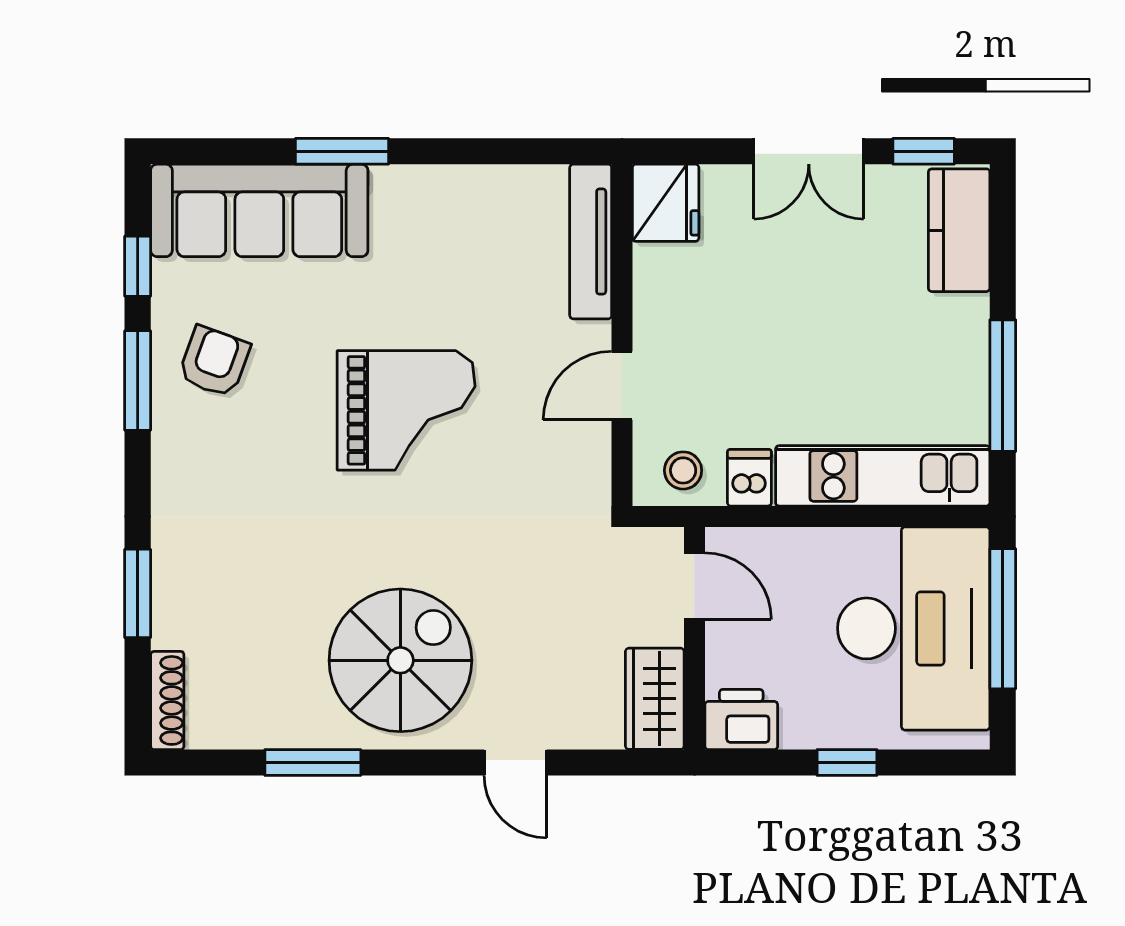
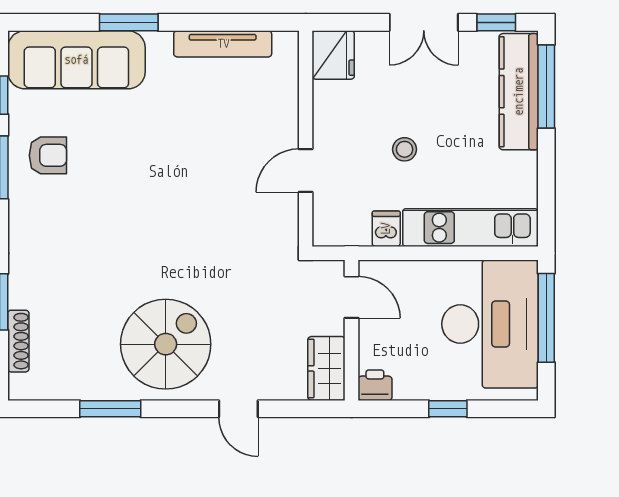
kitchen counter: (959, 230) -> (519, 92), width x1.50
tv unit: (591, 242) -> (223, 44), moved, turned -90
armchair: (214, 362) -> (48, 155), turned 70
window: (1003, 386) -> (546, 86), moved
grand piano: (406, 410) -> (169, 186), removed
stool: (683, 470) -> (405, 149), moved
shoe rack: (167, 700) -> (18, 341), moved
printer: (741, 719) -> (375, 385), width x0.73, depth x0.81

